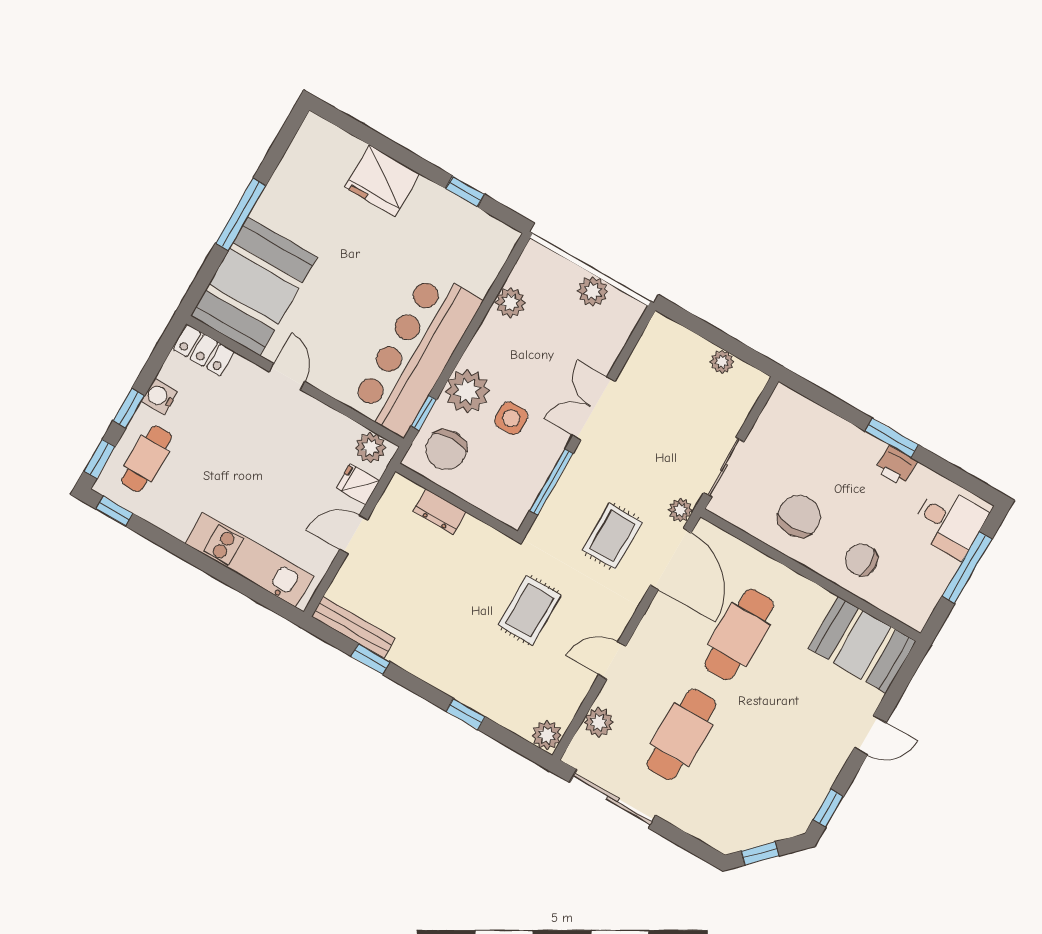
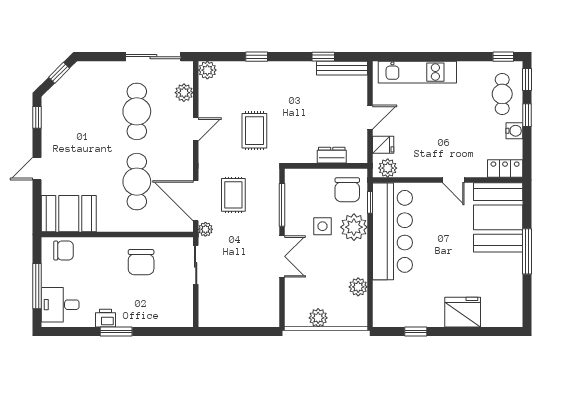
plant: (722, 362) -> (229, 320), removed
chair: (446, 450) -> (347, 190), turned 180
chair: (861, 560) -> (63, 251), moved

